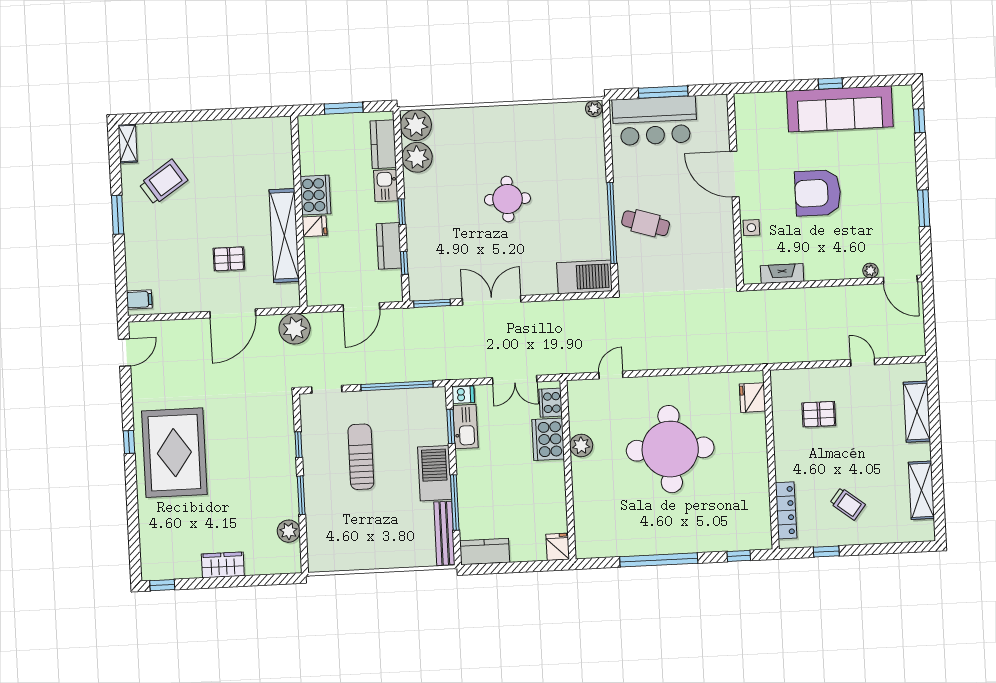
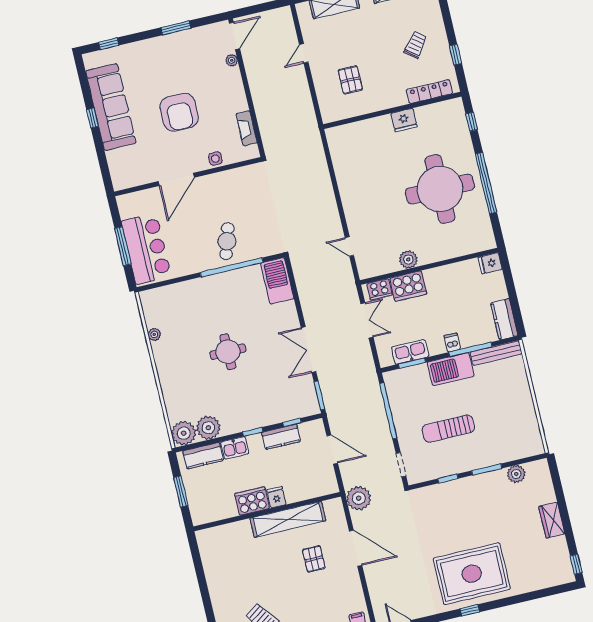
plant: (594, 109) -> (154, 334), moved
dishwasher: (463, 395) -> (452, 342), moved
fridge: (753, 398) -> (404, 120), moved
round table: (670, 449) -> (440, 189), moved

